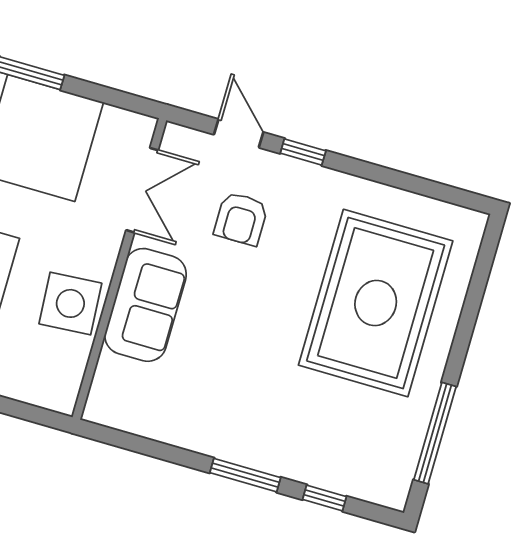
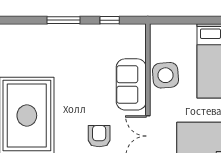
window: (325, 498) -> (110, 20), moved

